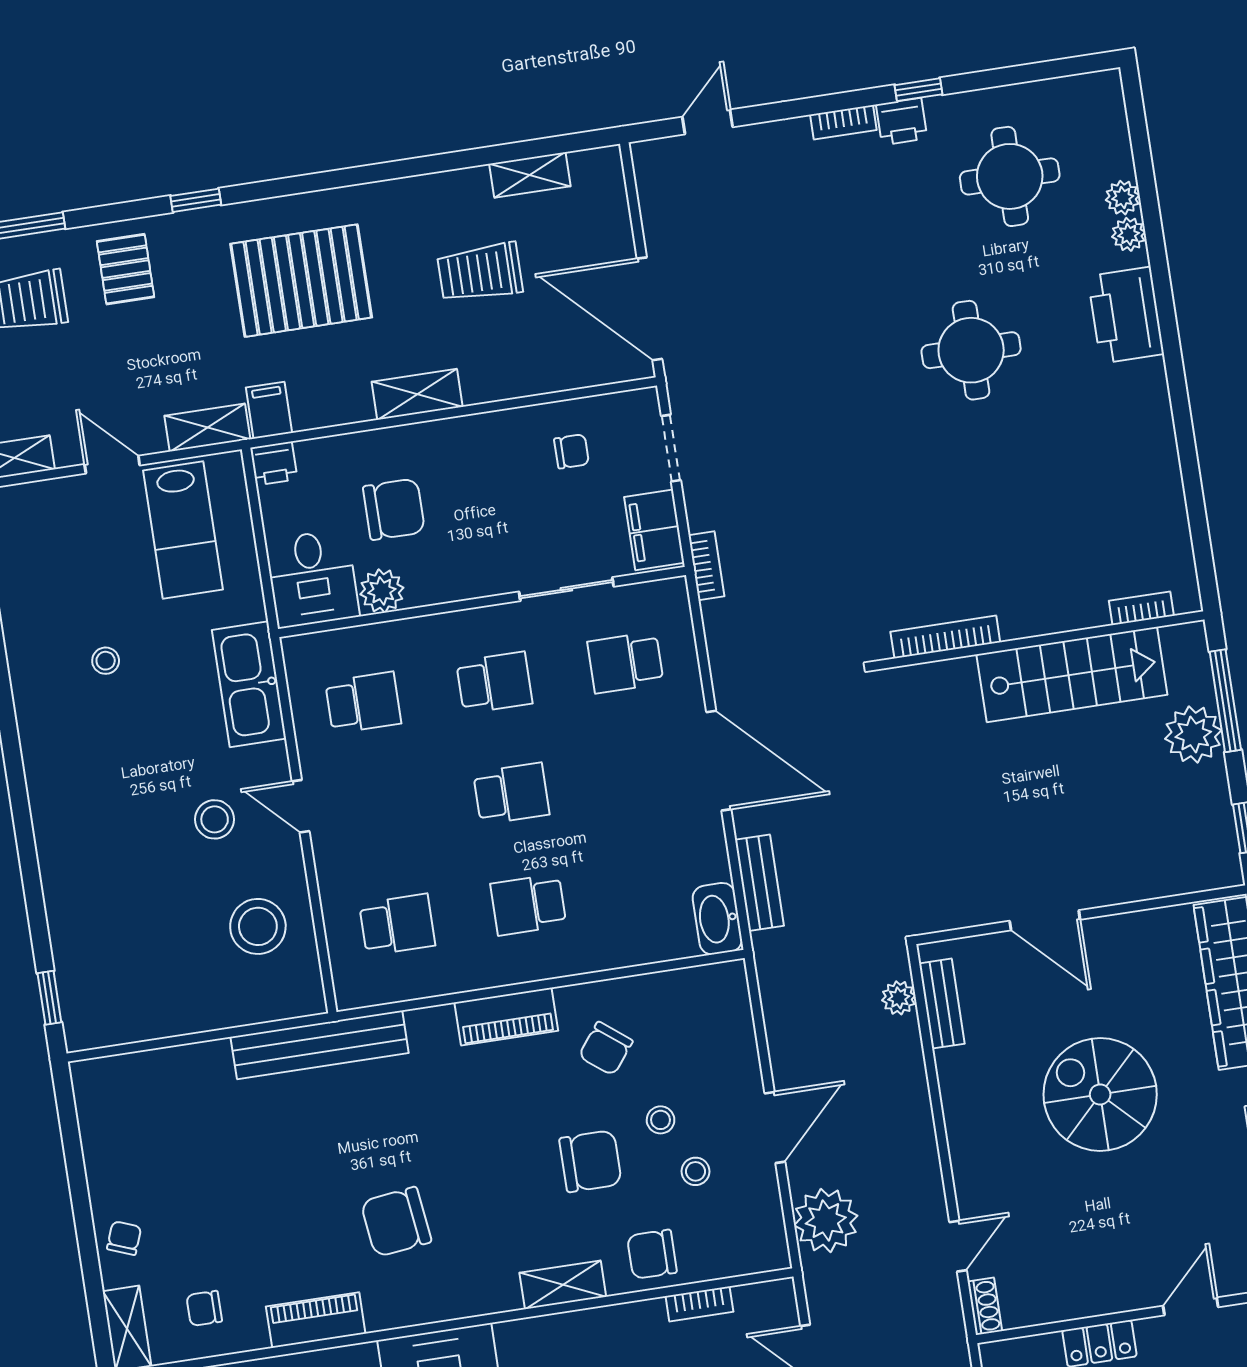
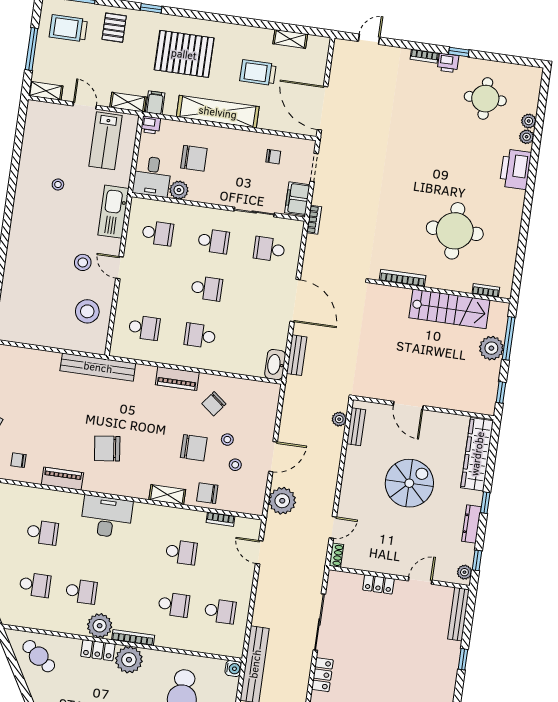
round table: (971, 350) -> (455, 231), moved, width x1.36, depth x1.36
shelving: (417, 394) -> (218, 112), width x2.20, depth x1.33
spiral stairs: (1100, 1094) -> (409, 483), turned 90

